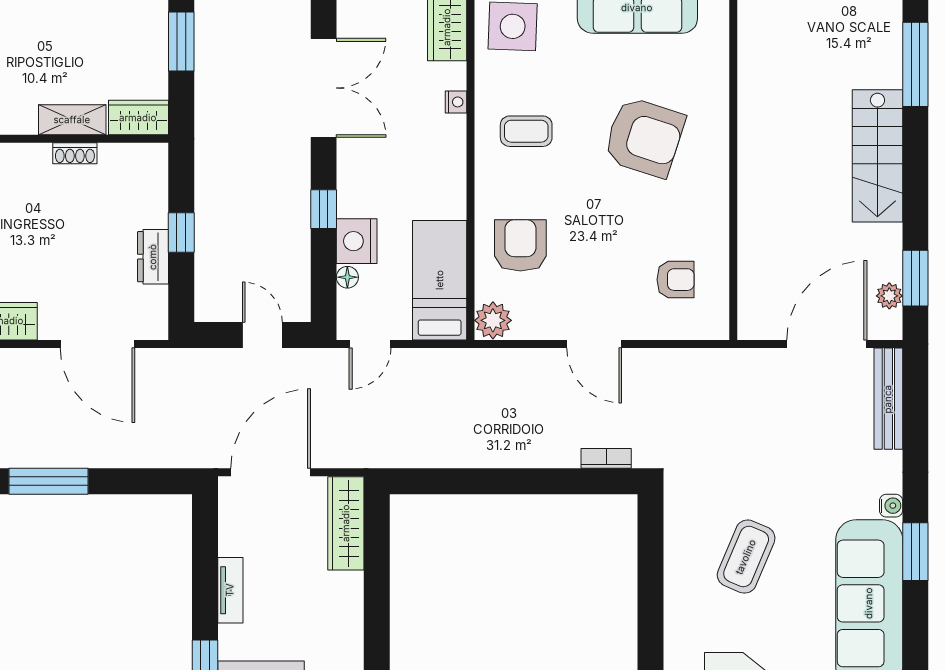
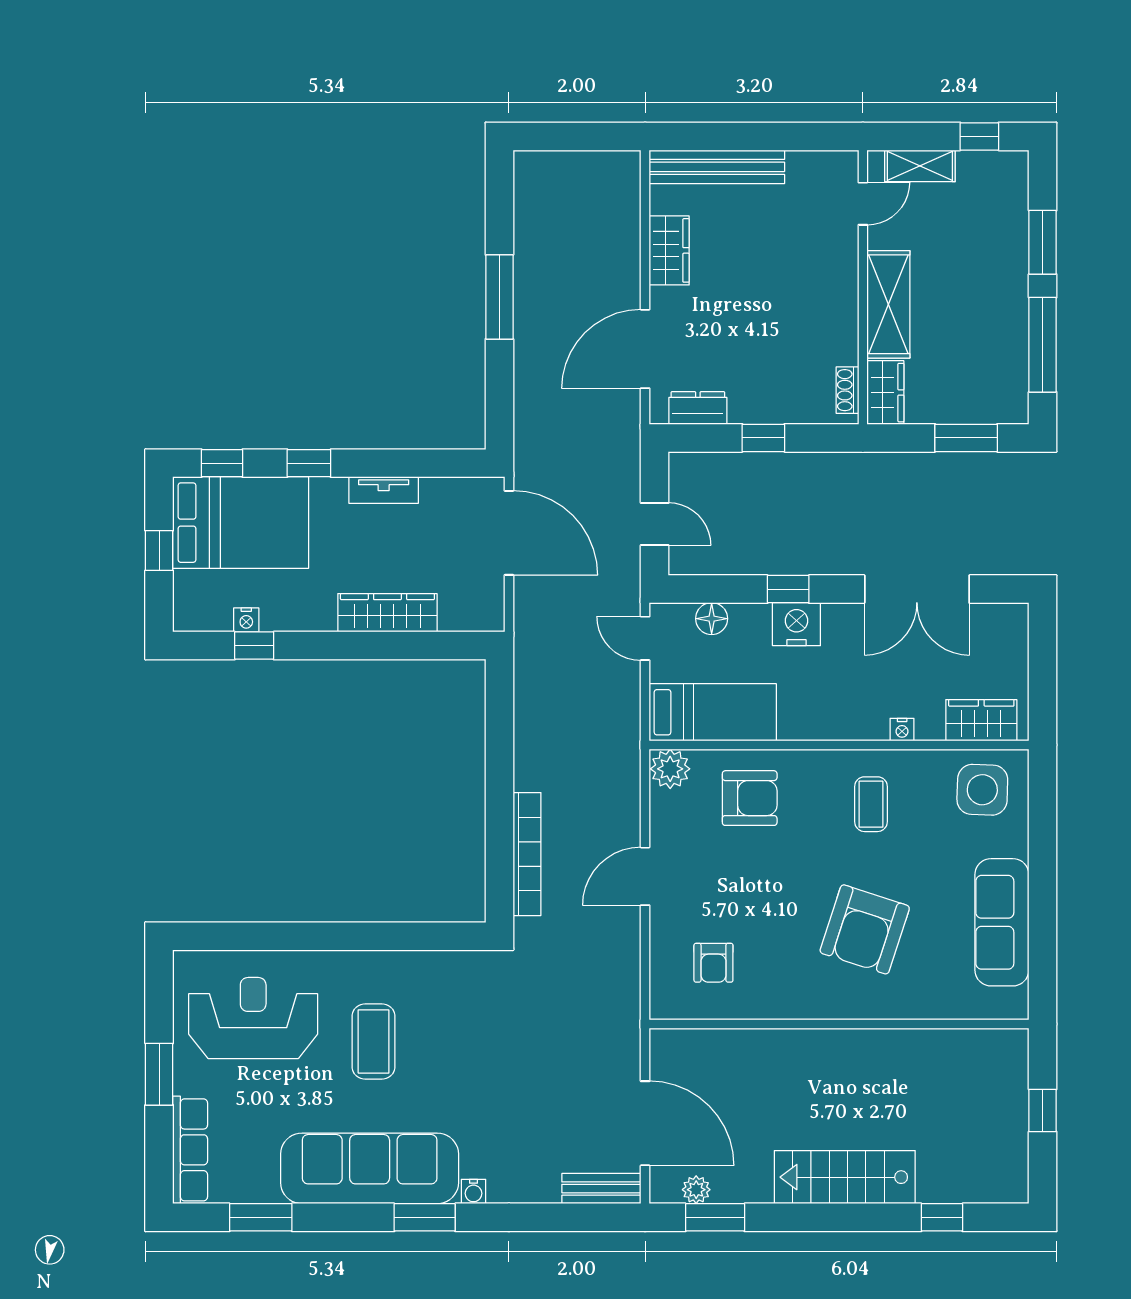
window: (915, 64) -> (942, 1217), width x0.46
shelving: (72, 120) -> (888, 304), width x1.50, depth x1.33
shoe rack: (75, 153) -> (847, 390), moved
nightstand: (357, 241) -> (796, 624), moved
dresser: (153, 257) -> (698, 408), moved
floor lamp: (347, 277) -> (712, 619), width x1.37, depth x1.37
door: (262, 335) -> (655, 524), hinge flipped
bench: (888, 399) -> (601, 1189), width x0.73
bookcase: (606, 458) -> (527, 854), width x2.31, depth x1.31
wardrobe: (346, 523) -> (387, 613), moved
coffee table: (746, 557) -> (373, 1042), moved, turned 67

